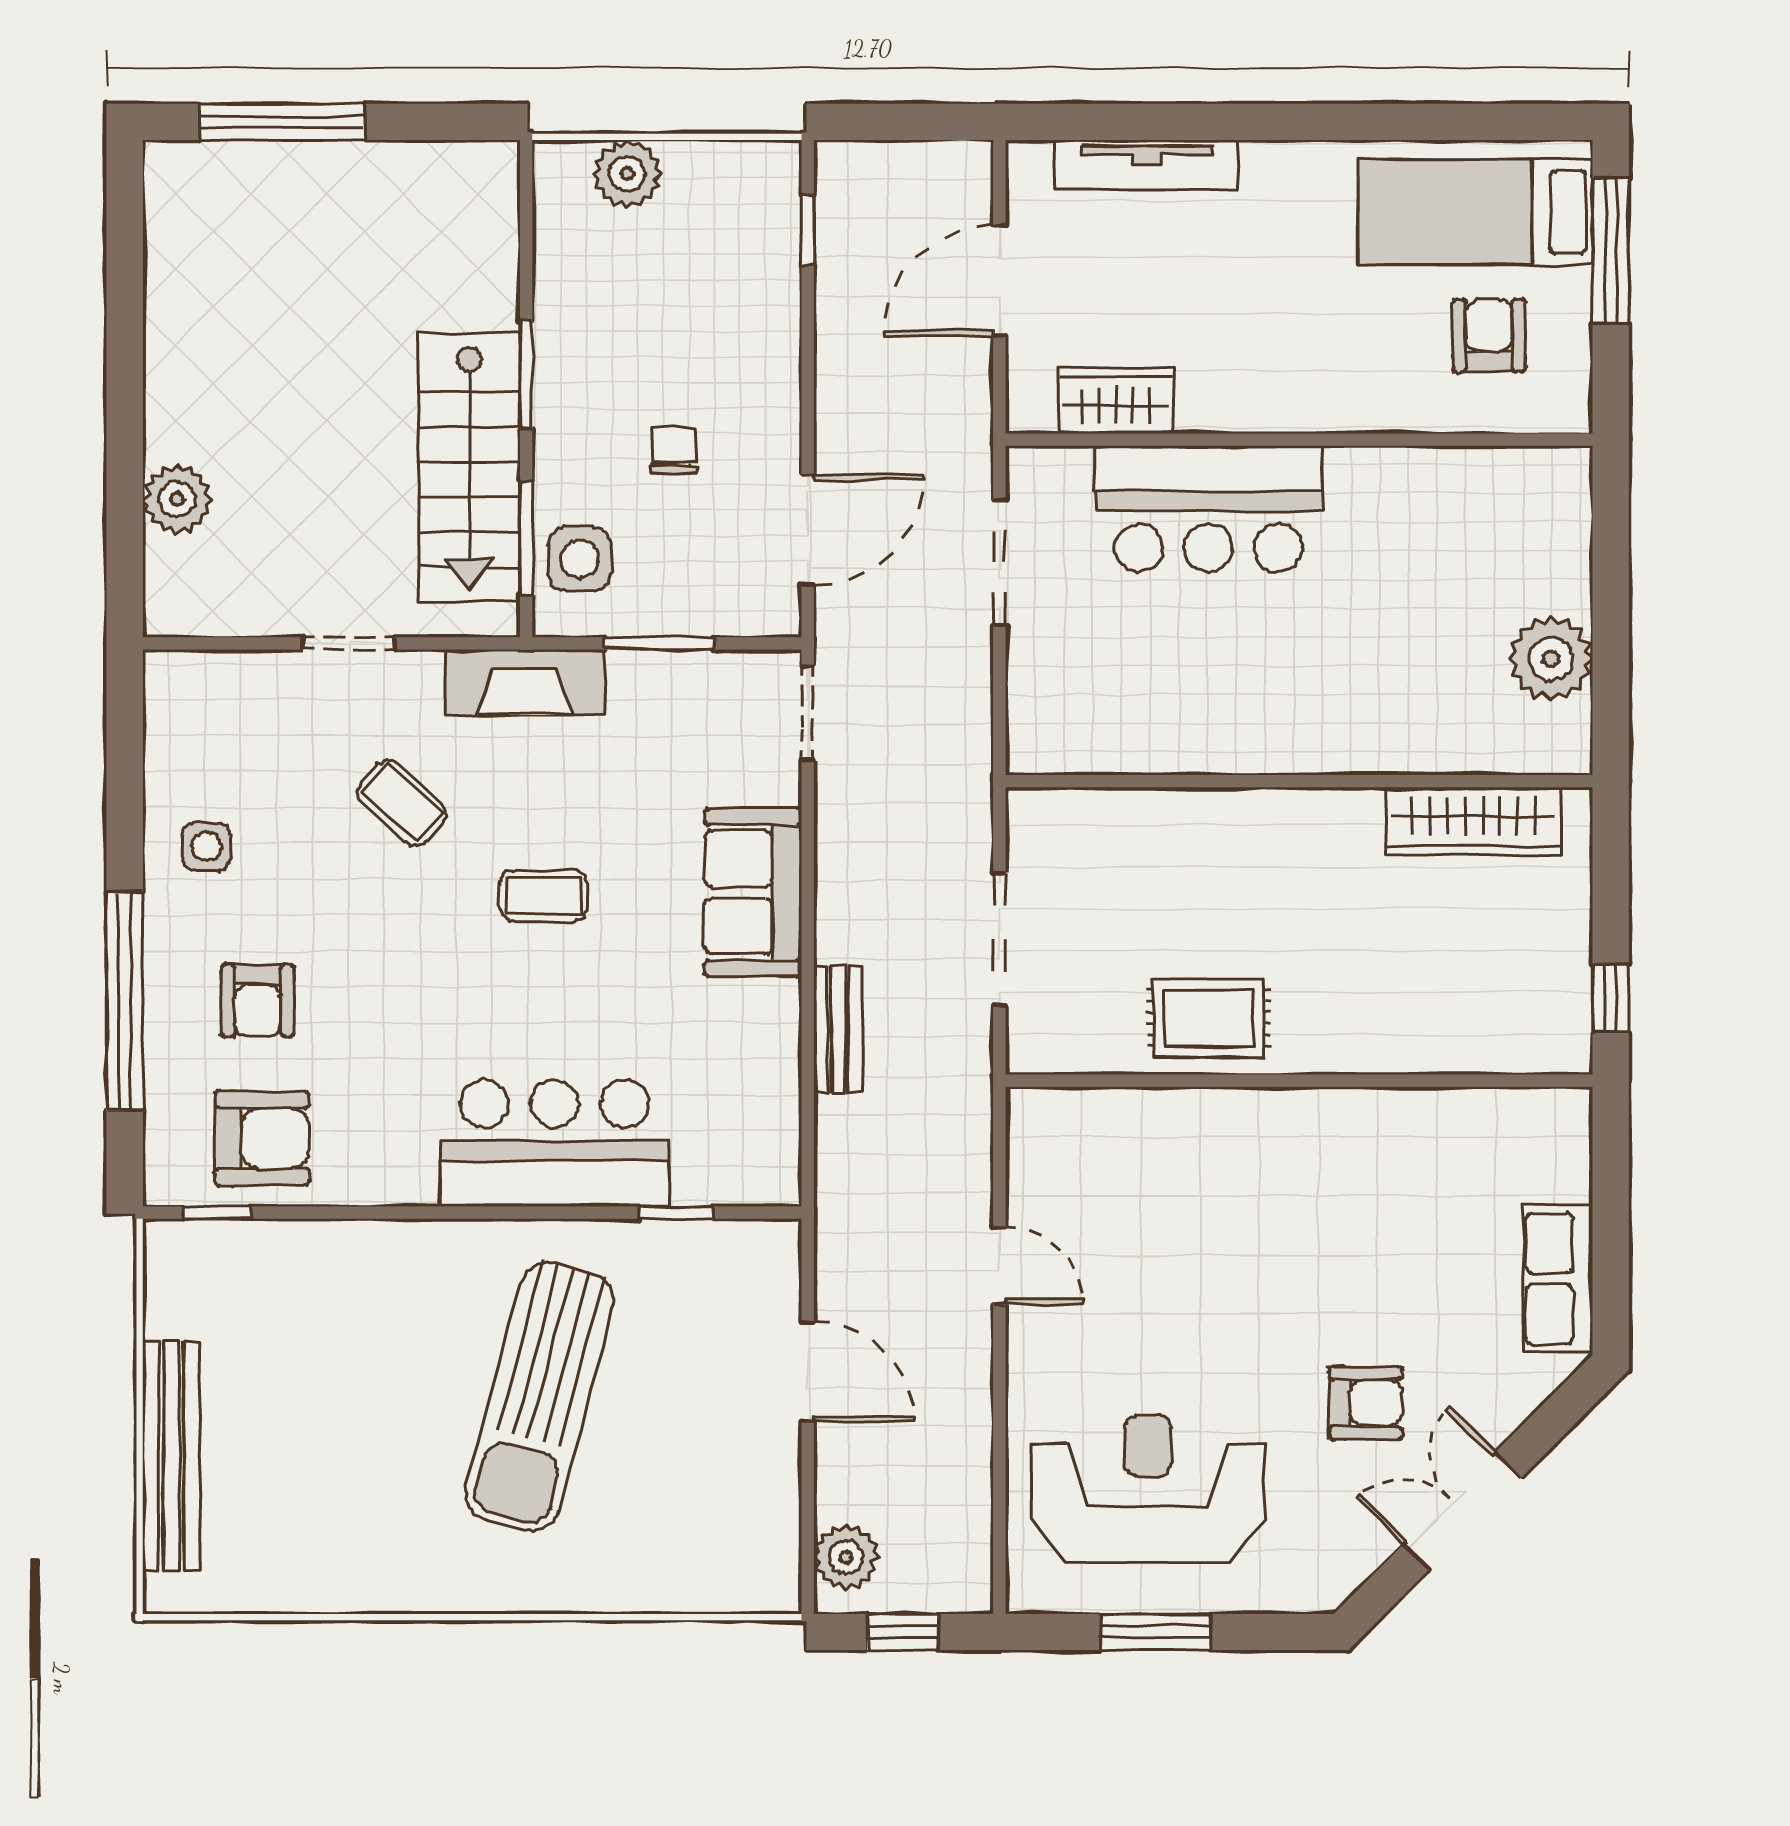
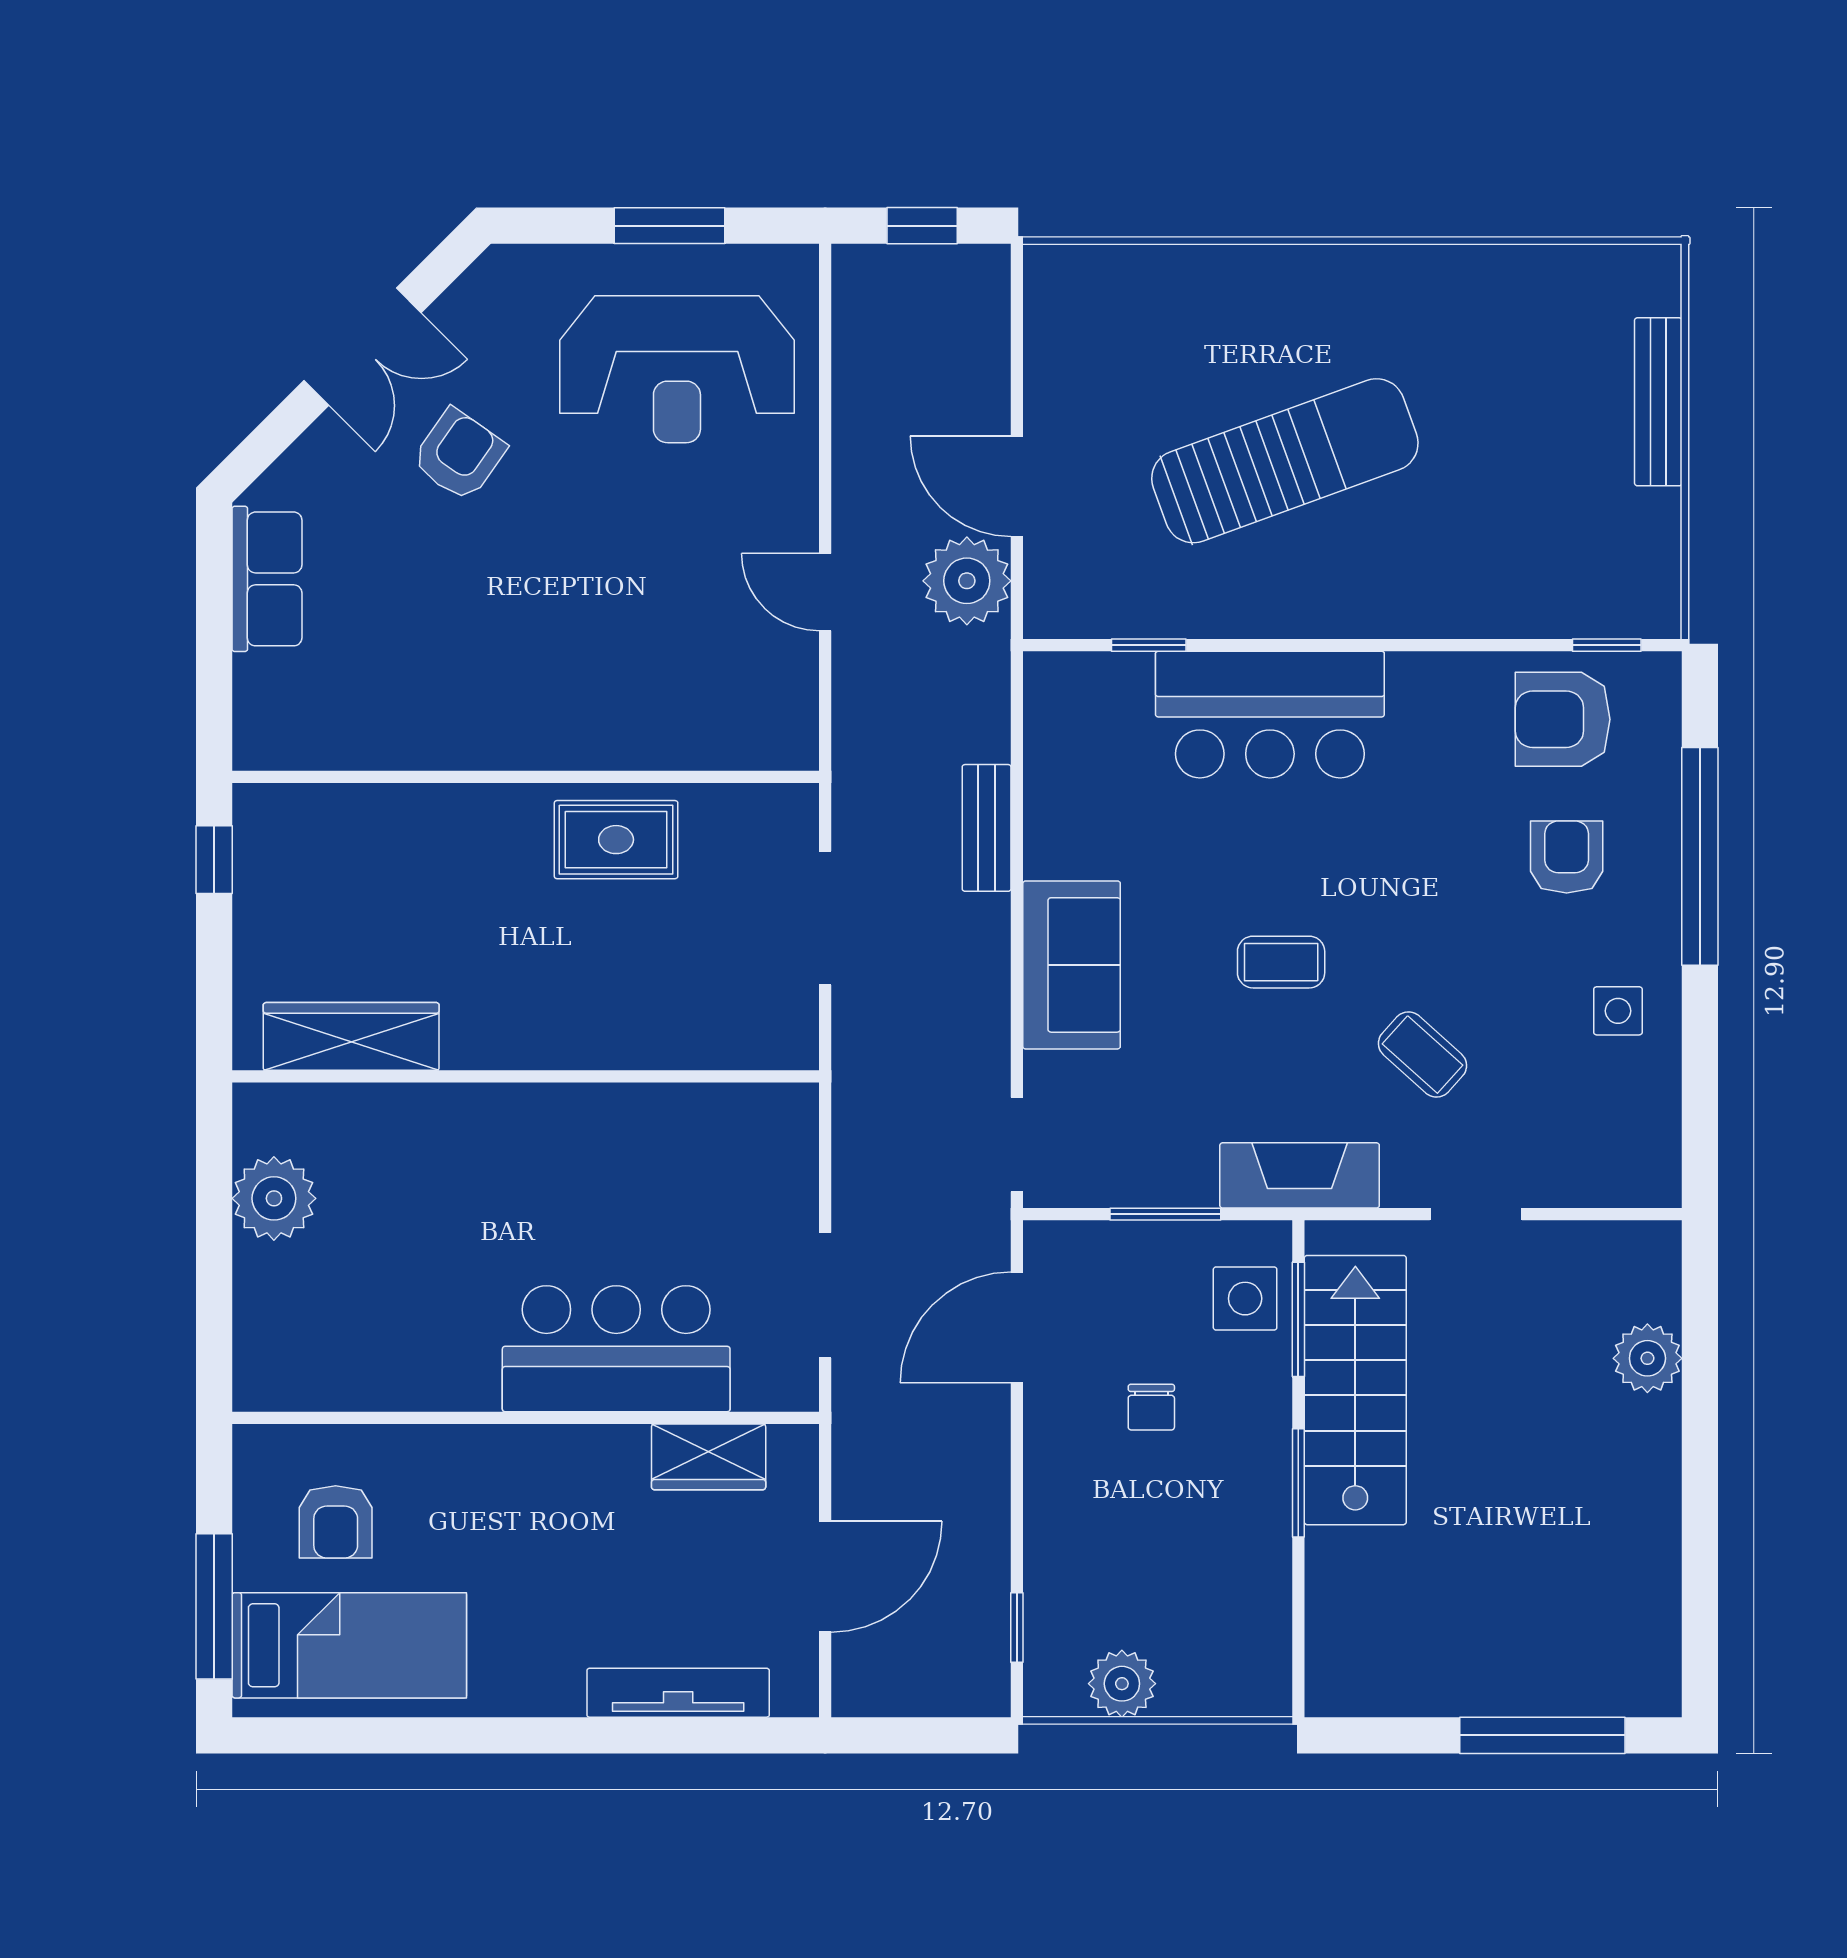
plant: (627, 174) -> (1122, 1684), moved
sun lounger: (540, 1397) -> (1285, 461), turned 55
armchair: (1366, 1403) -> (459, 455), turned 125
bench: (171, 1456) -> (1658, 402), width x0.73, depth x0.82
plant: (846, 1557) -> (967, 581), moved, width x1.36, depth x1.36

